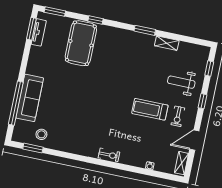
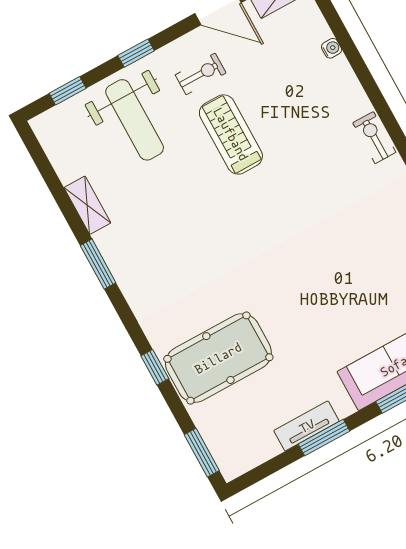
window: (31, 29) -> (324, 438), moved
tv unit: (39, 32) -> (307, 426), moved
weight bench: (181, 82) -> (135, 120), width x1.36, depth x1.33
treadmill: (150, 109) -> (231, 134), turned 180

